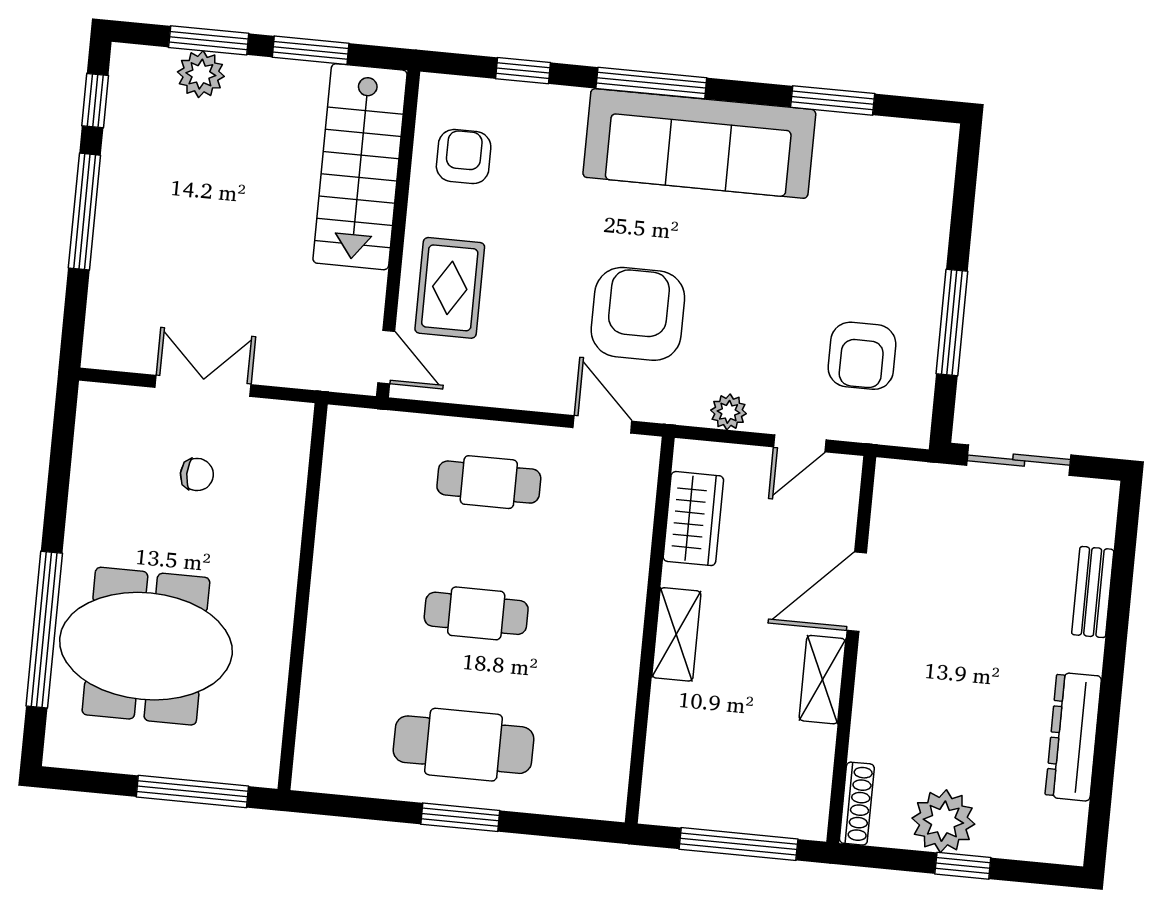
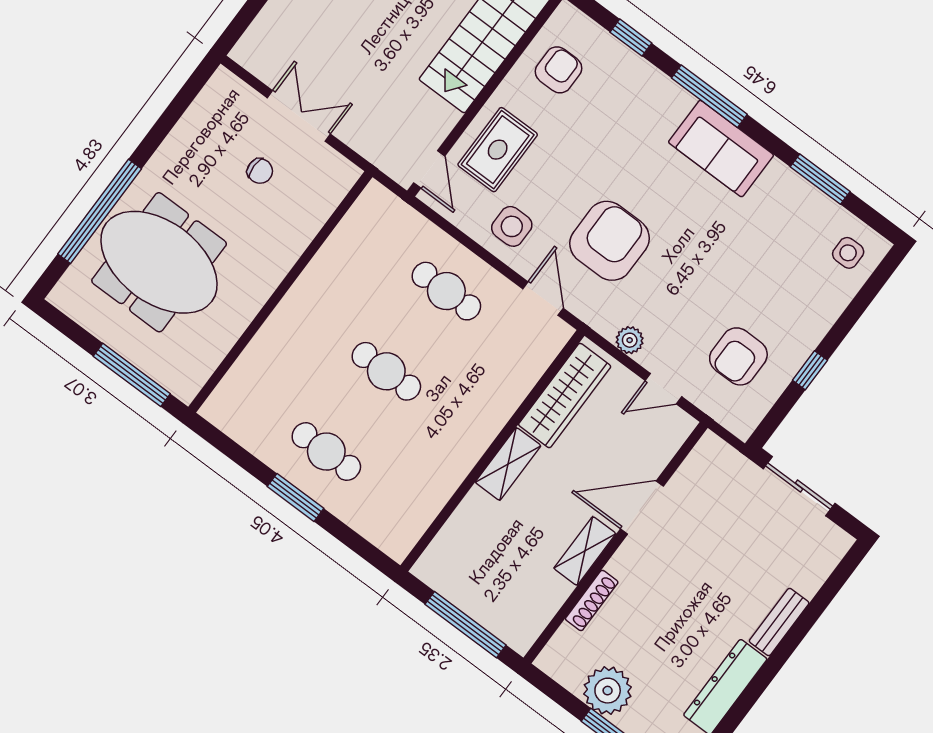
sofa: (699, 143) -> (721, 149), width x0.54, depth x0.79
side table: (915, 164) -> (848, 253), added
window: (952, 322) -> (810, 370), width x0.46
side table: (518, 365) -> (512, 226), added
wardrobe: (693, 519) -> (565, 396), width x1.50
bench: (1093, 592) -> (779, 622), moved
cafe table: (464, 745) -> (326, 452), width x0.73, depth x0.74
shoe rack: (857, 804) -> (592, 600), moved

